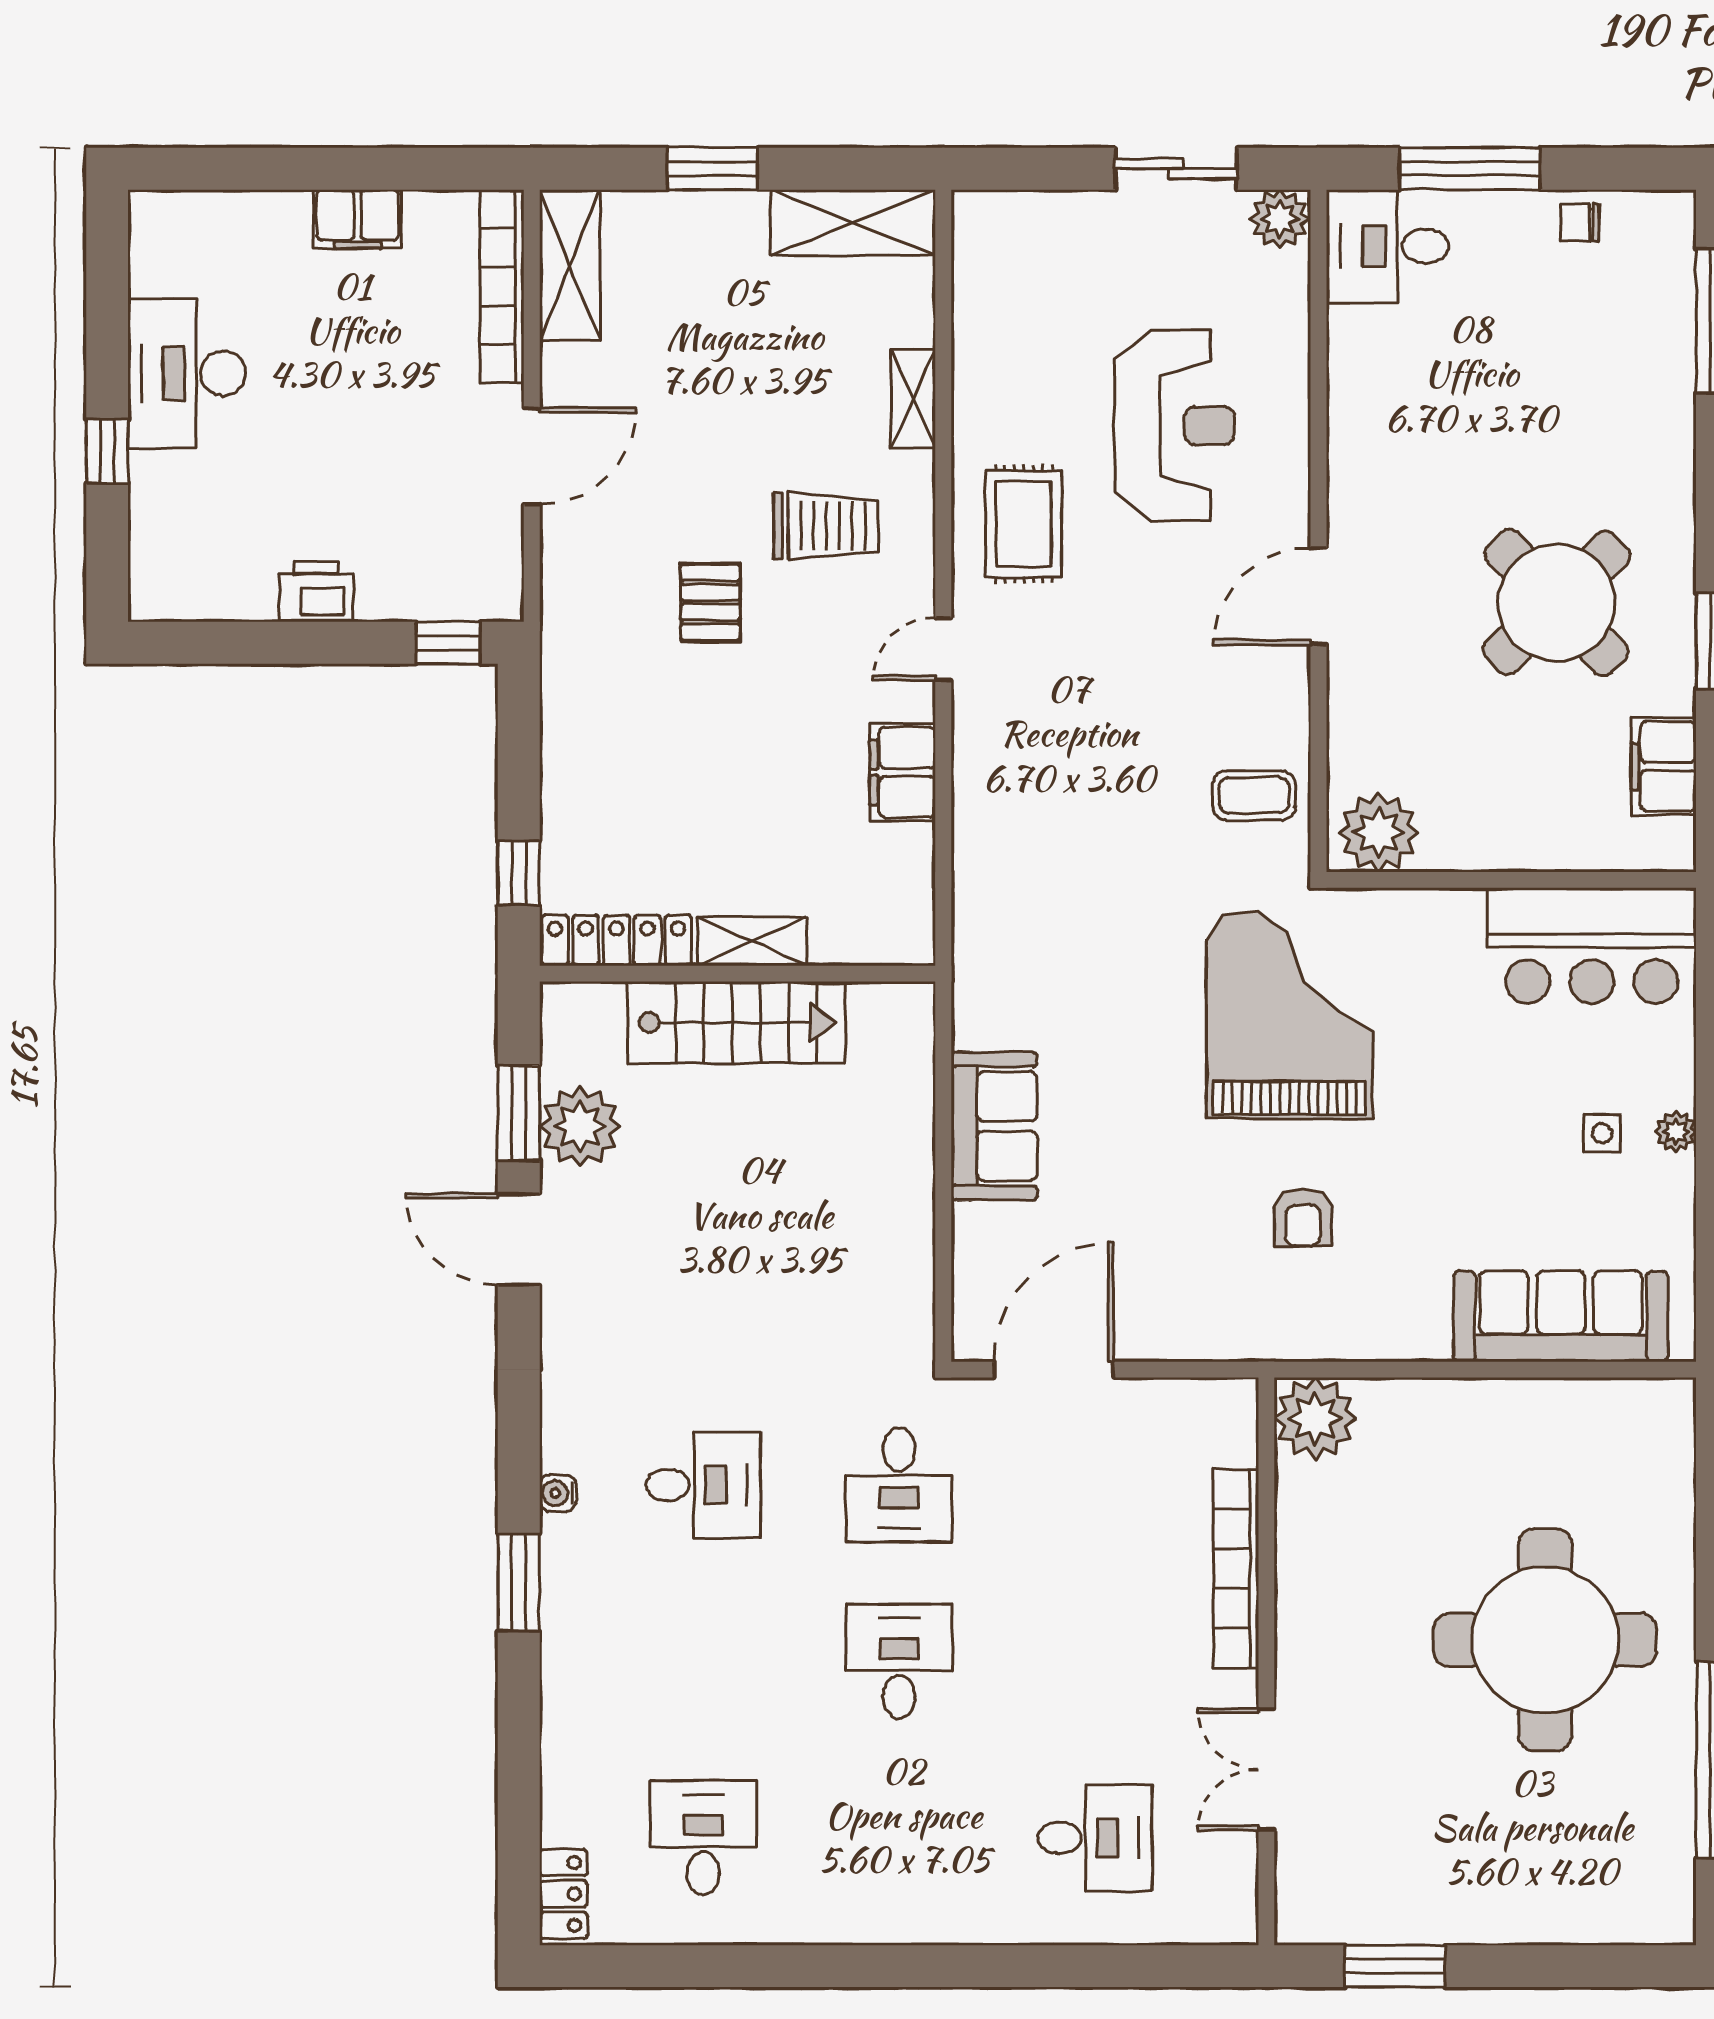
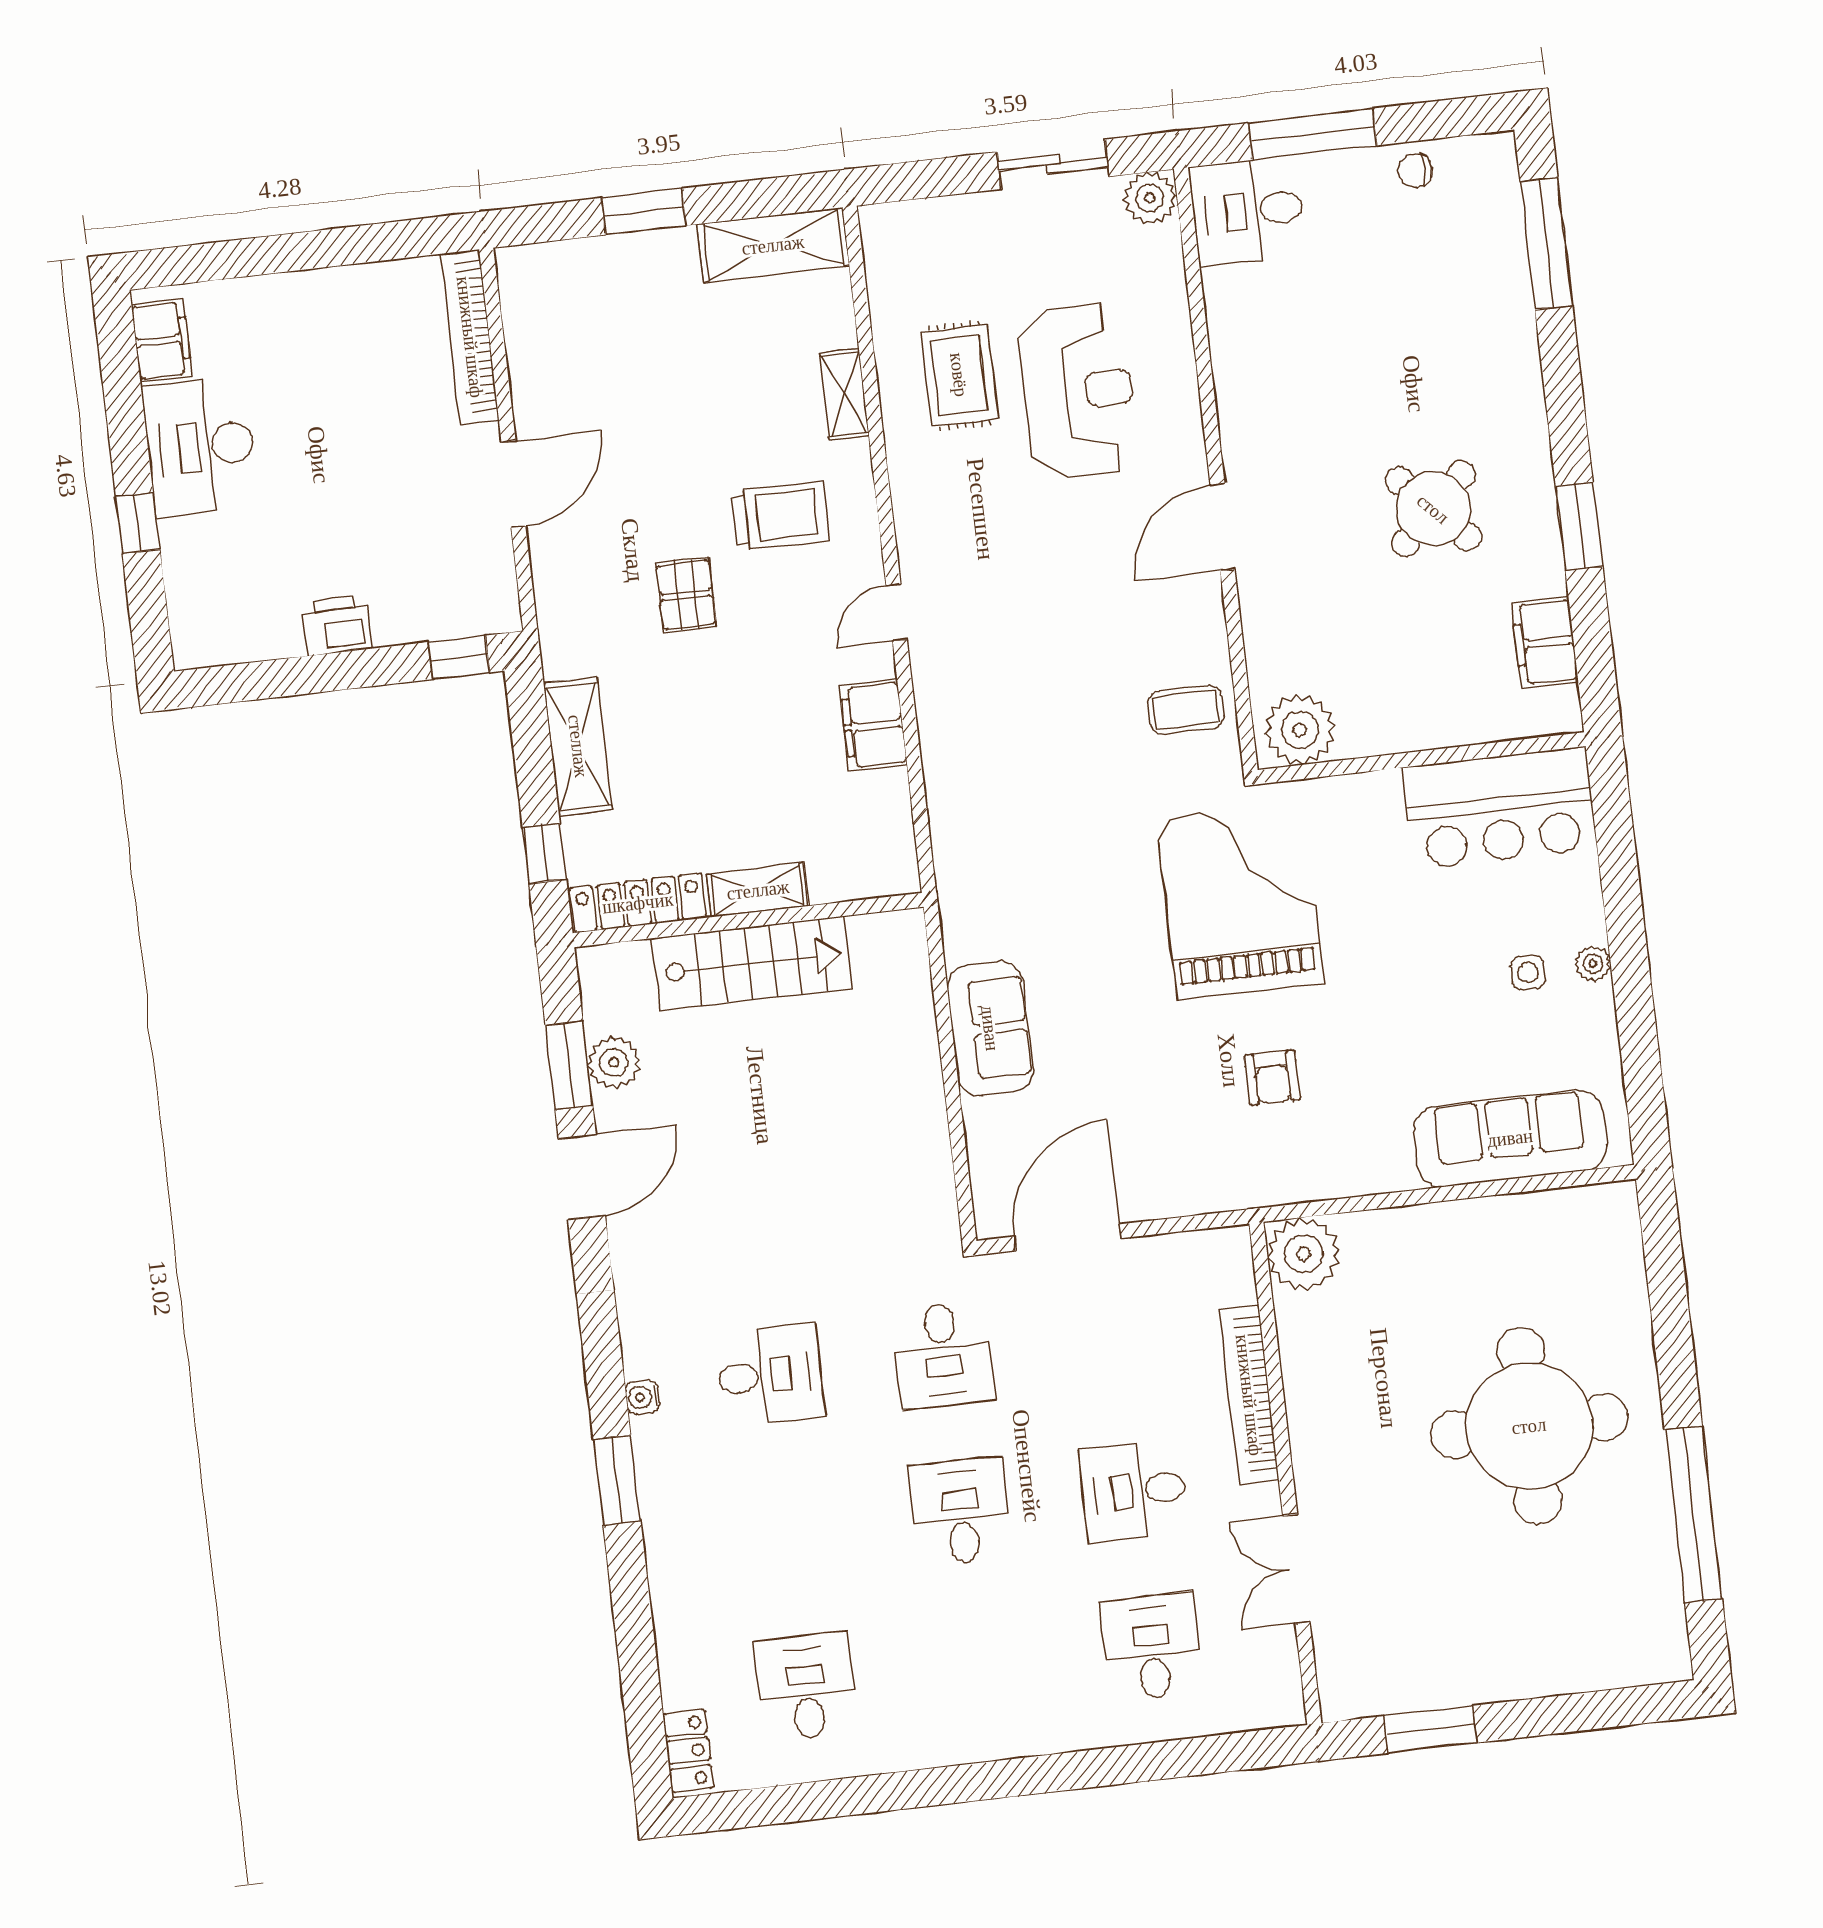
filing cabinet: (357, 219) -> (162, 340), moved, turned -90
shelving: (570, 265) -> (578, 746), moved
rug: (1024, 524) -> (959, 375), moved
round table: (1556, 603) -> (1433, 509), width x0.73, depth x0.73
plant: (580, 1126) -> (614, 1063), width x0.73, depth x0.73
door: (519, 1239) -> (582, 1177), swing flipped
desk: (1095, 1661) -> (1134, 1491), added
desk: (1095, 1838) -> (1152, 1647), turned -90

